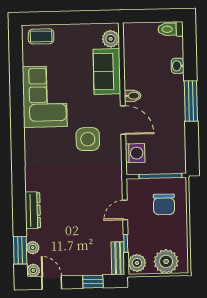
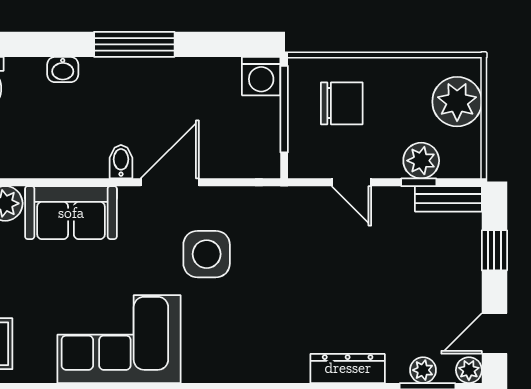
washing machine: (135, 153) -> (261, 76), moved, turned 180
plant: (137, 263) -> (421, 161), moved

